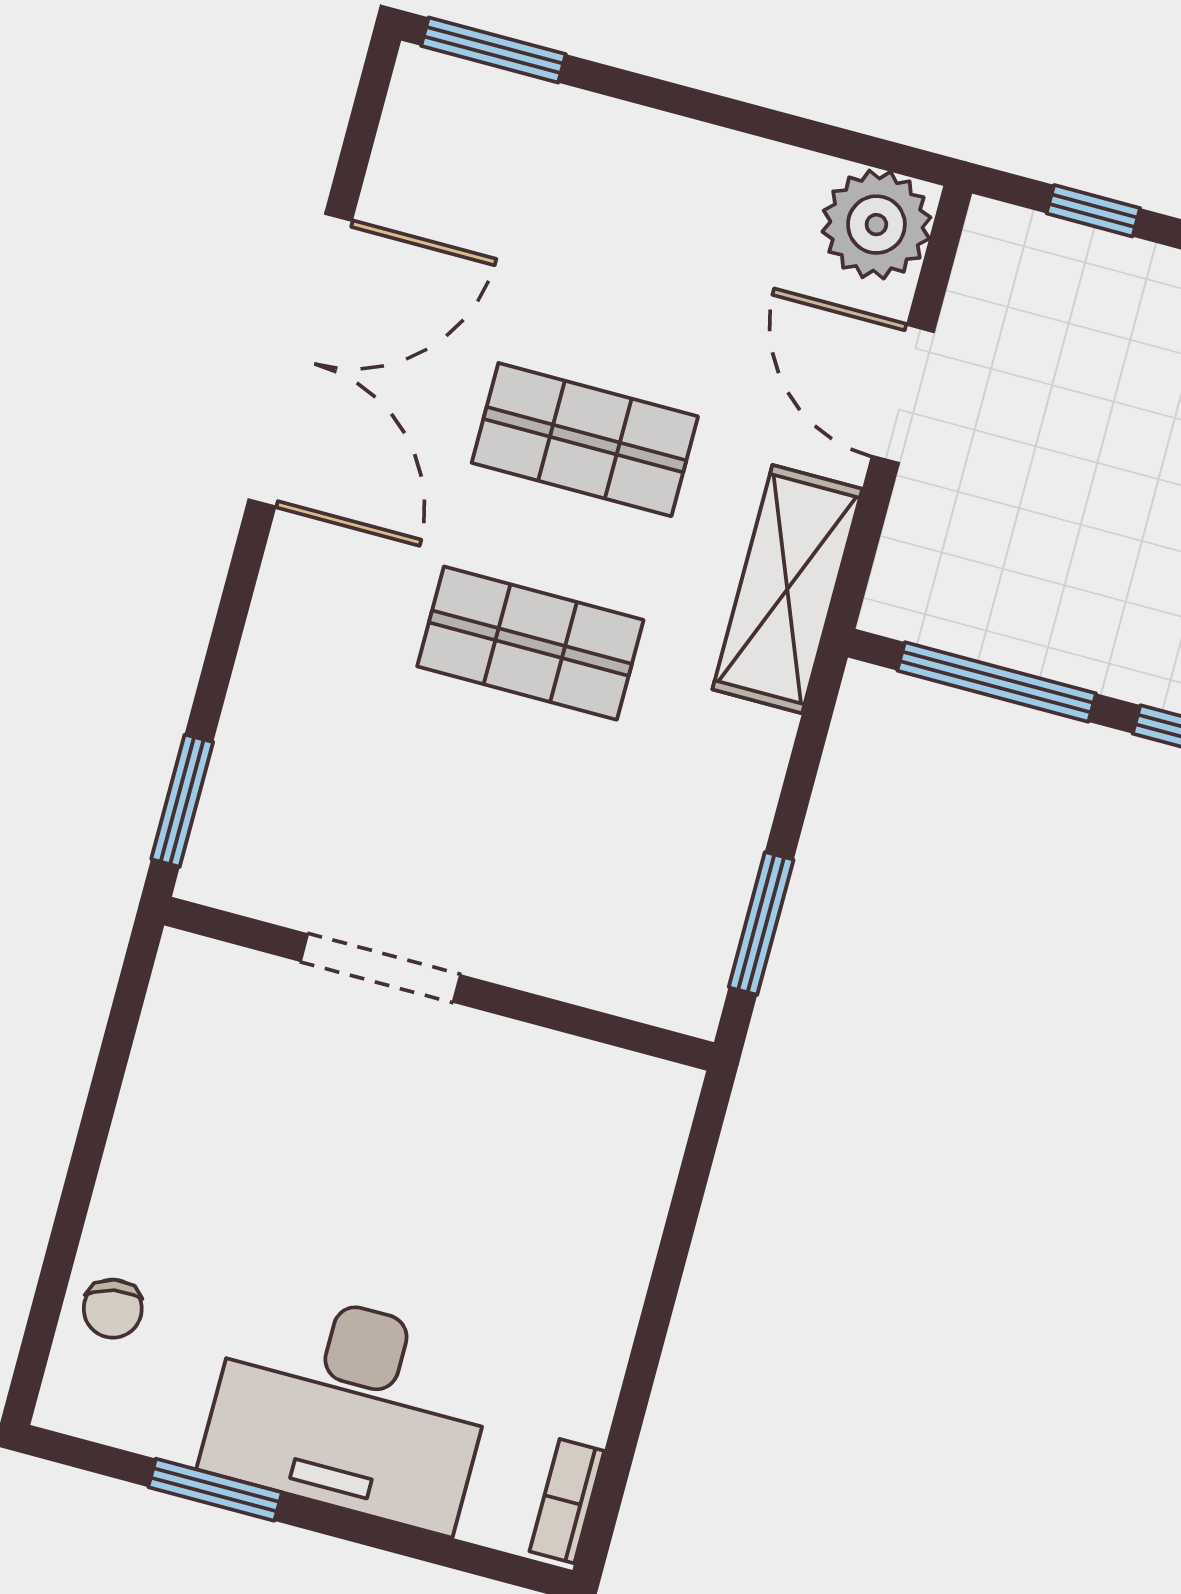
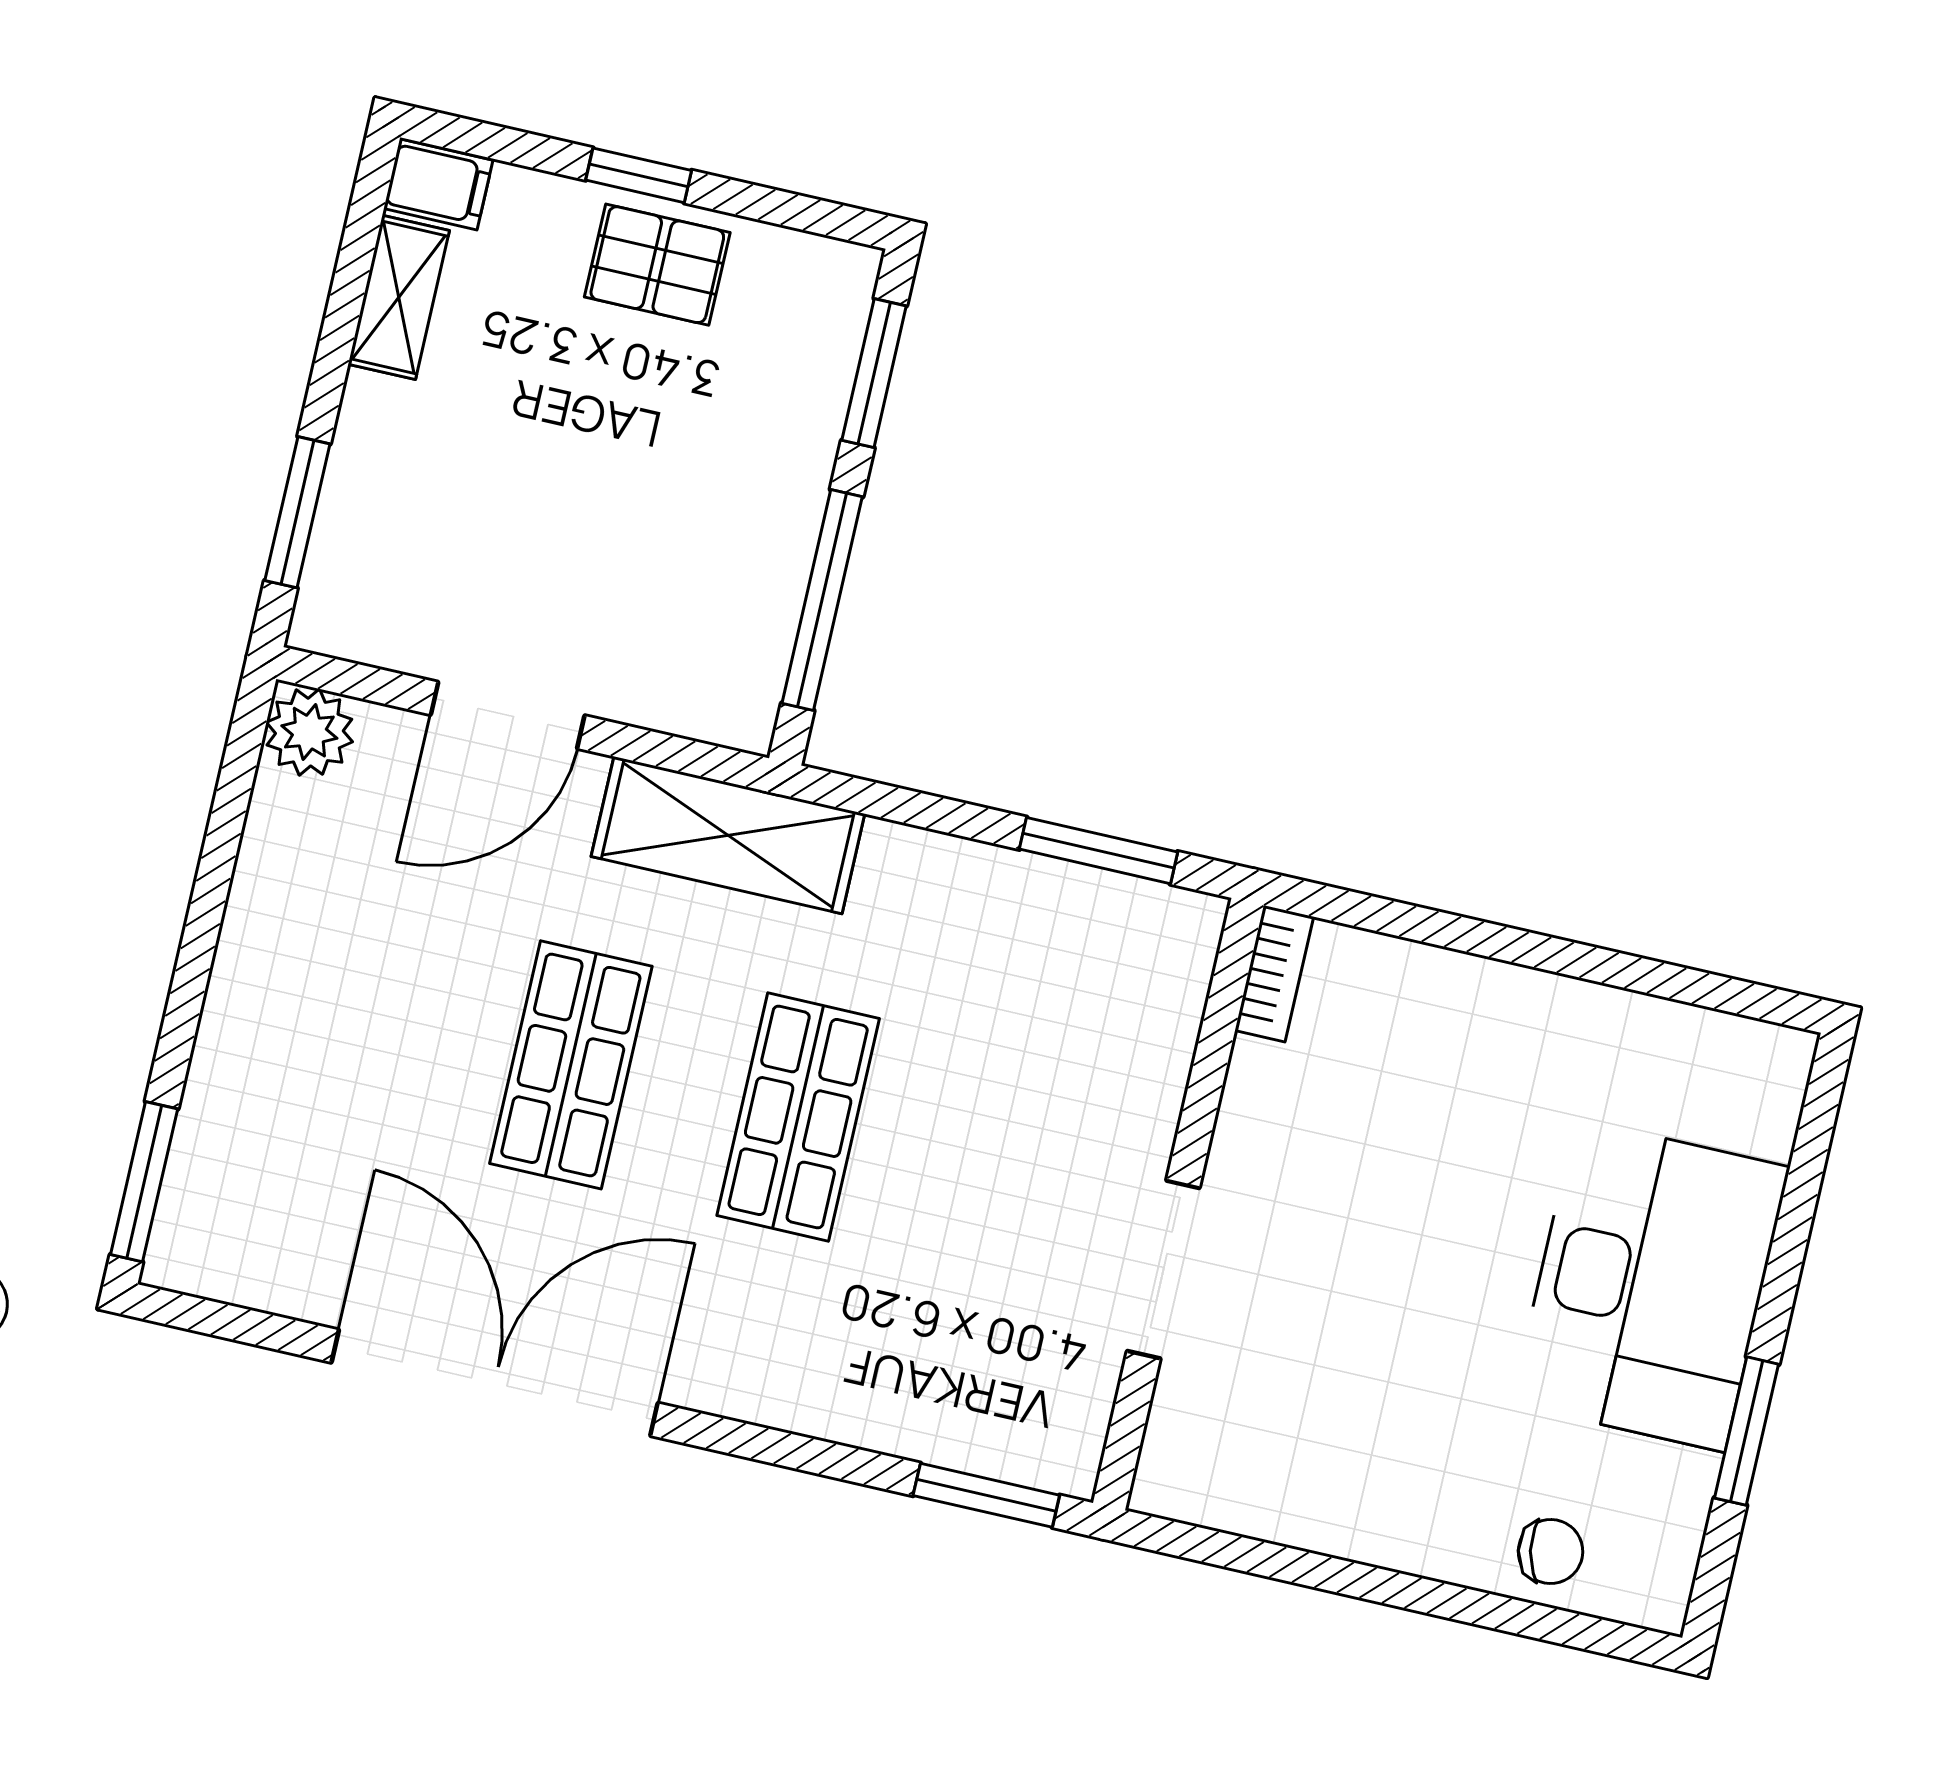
window: (1093, 211) -> (297, 512), width x1.50
plant: (876, 225) -> (309, 732), width x0.73, depth x0.73
bookcase: (567, 1501) -> (1274, 974), moved, turned -90

